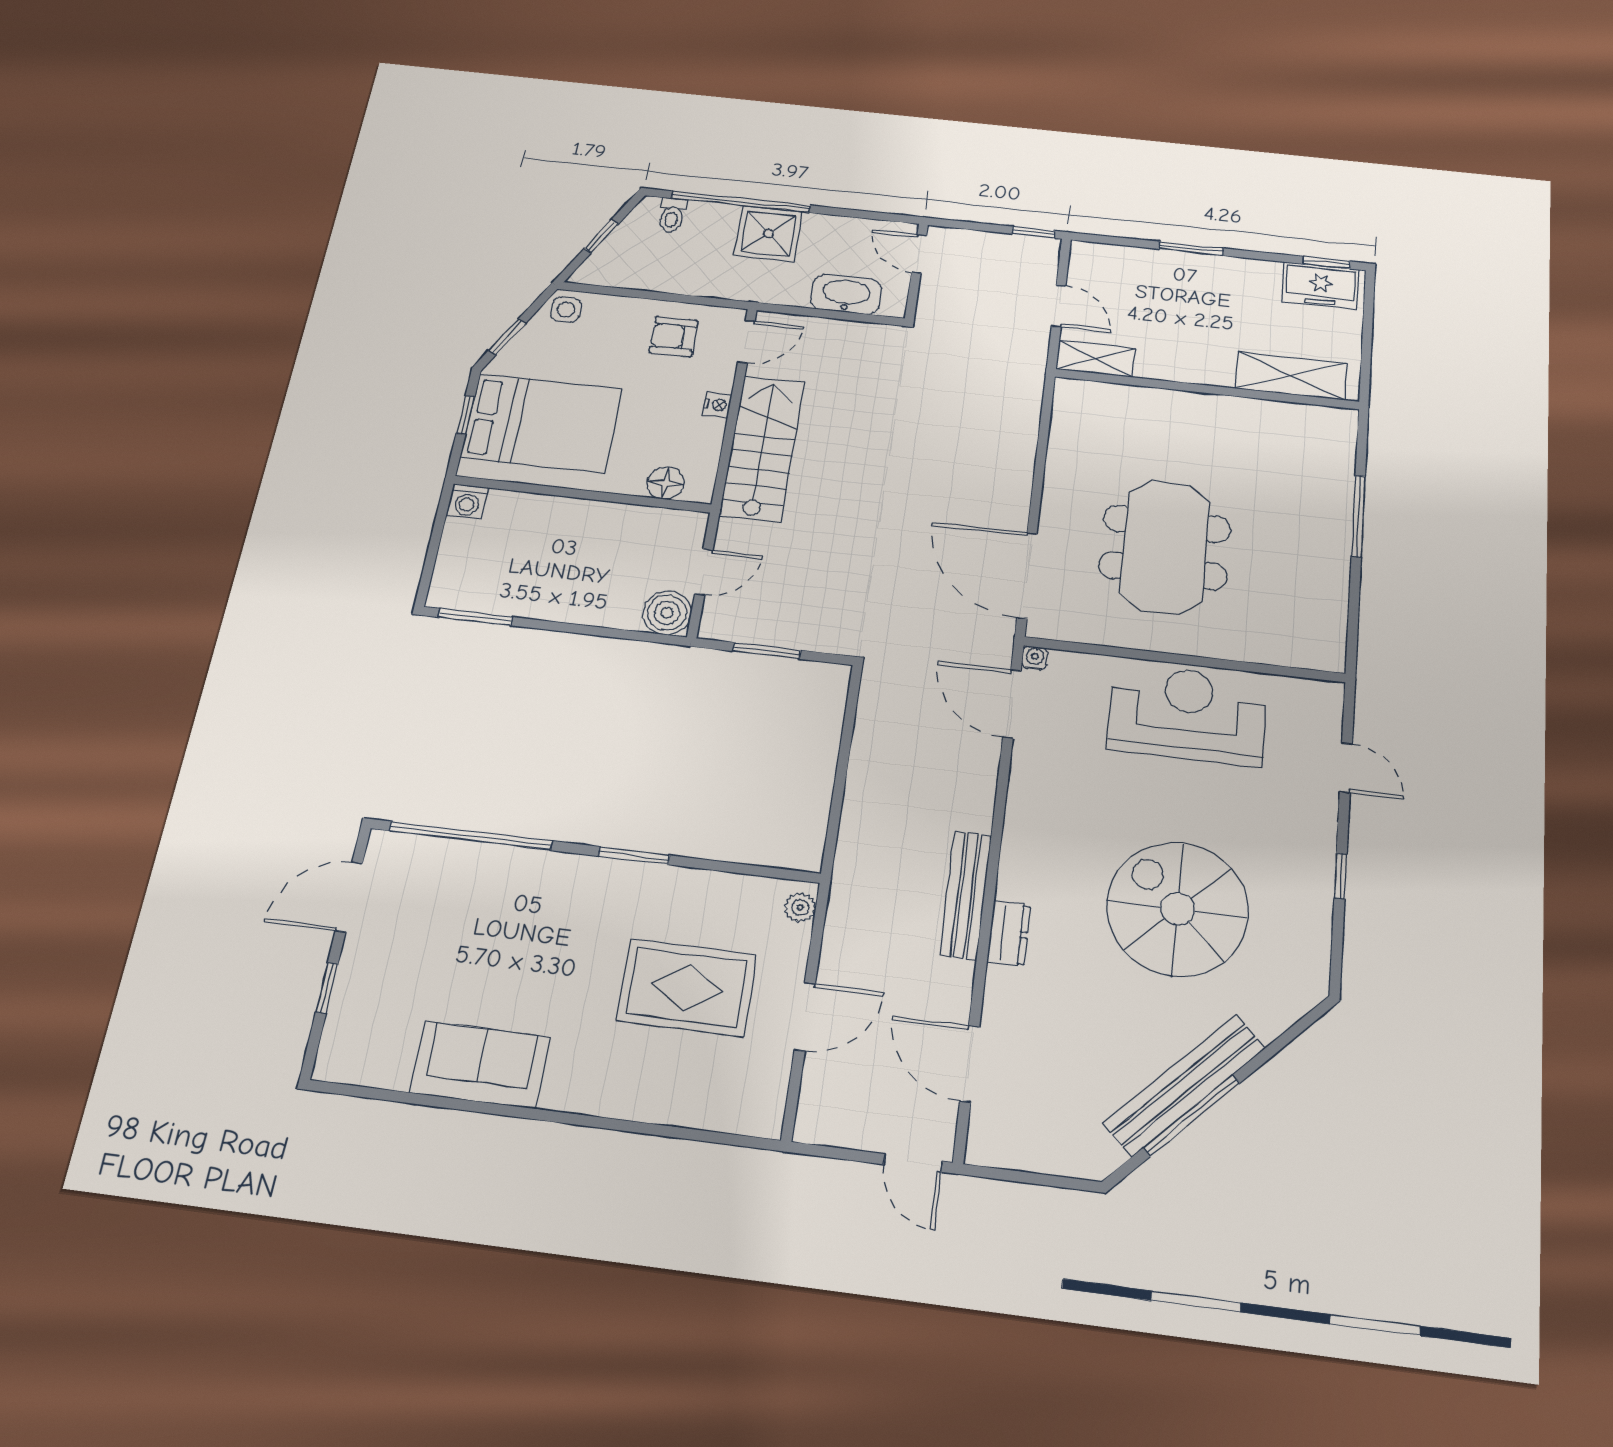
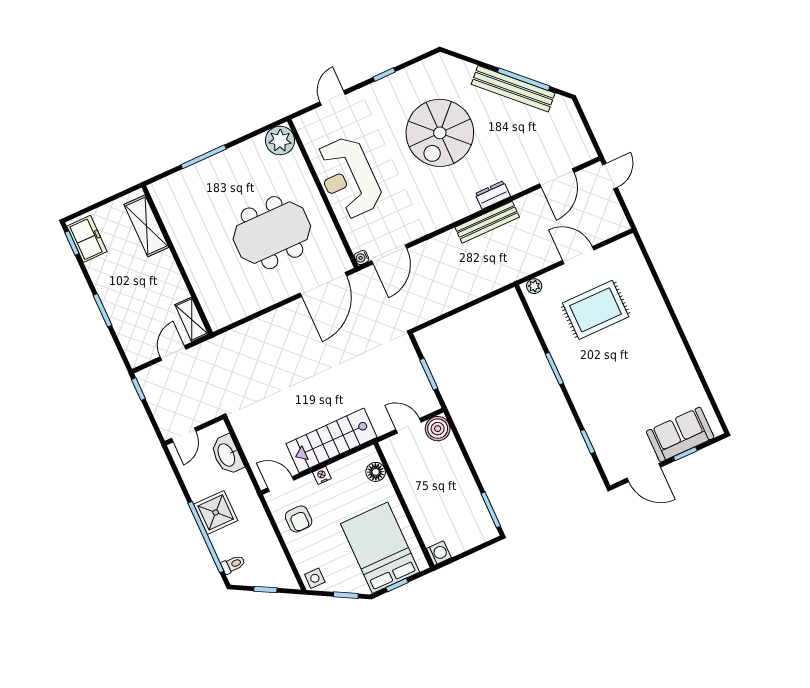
plant: (1318, 645) -> (280, 140), added
window: (471, 836) -> (588, 442), width x0.32
rug: (687, 988) -> (596, 310), turned 90
sofa: (480, 1065) -> (680, 435), moved, turned 90

